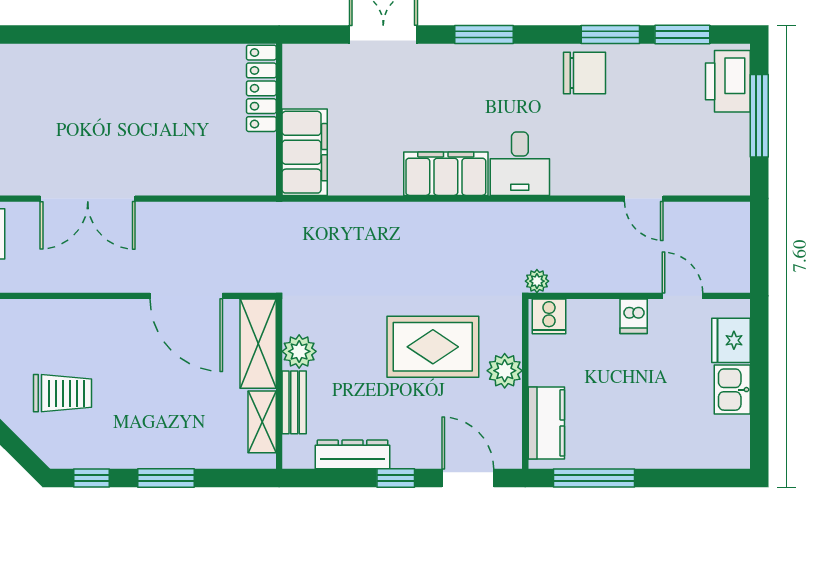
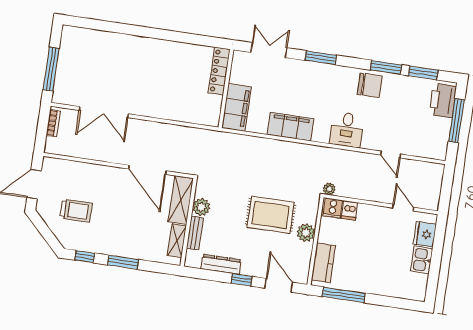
locker: (261, 88) -> (219, 71), moved
wall: (279, 120) -> (226, 89), moved
filing cabinet: (305, 152) -> (237, 107), moved
desk: (520, 164) -> (347, 130), moved
dishwasher: (634, 316) -> (350, 210), moved

